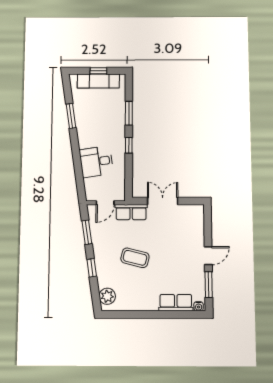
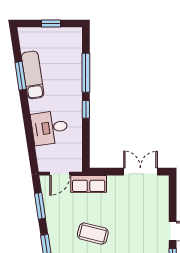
exam couch: (98, 81) -> (33, 75), moved, turned -99
window: (129, 113) -> (86, 73), width x1.44
double door: (163, 201) -> (140, 172), moved

